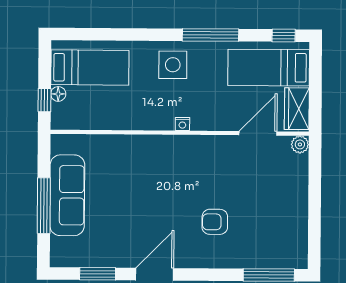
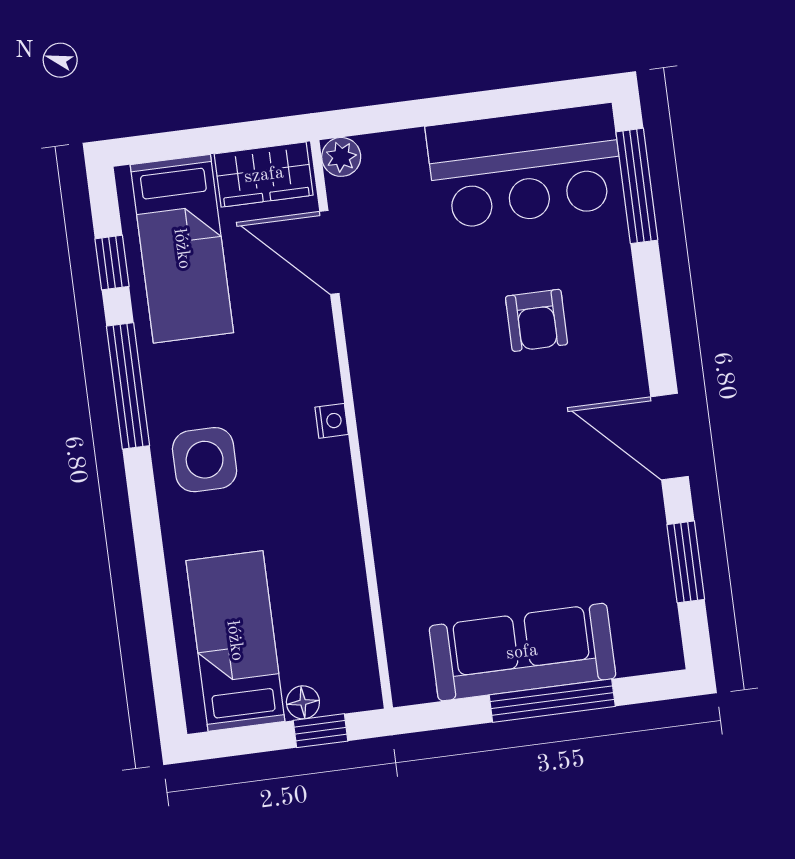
window: (284, 36) -> (112, 263), moved
bar counter: (284, 226) -> (525, 166), added

